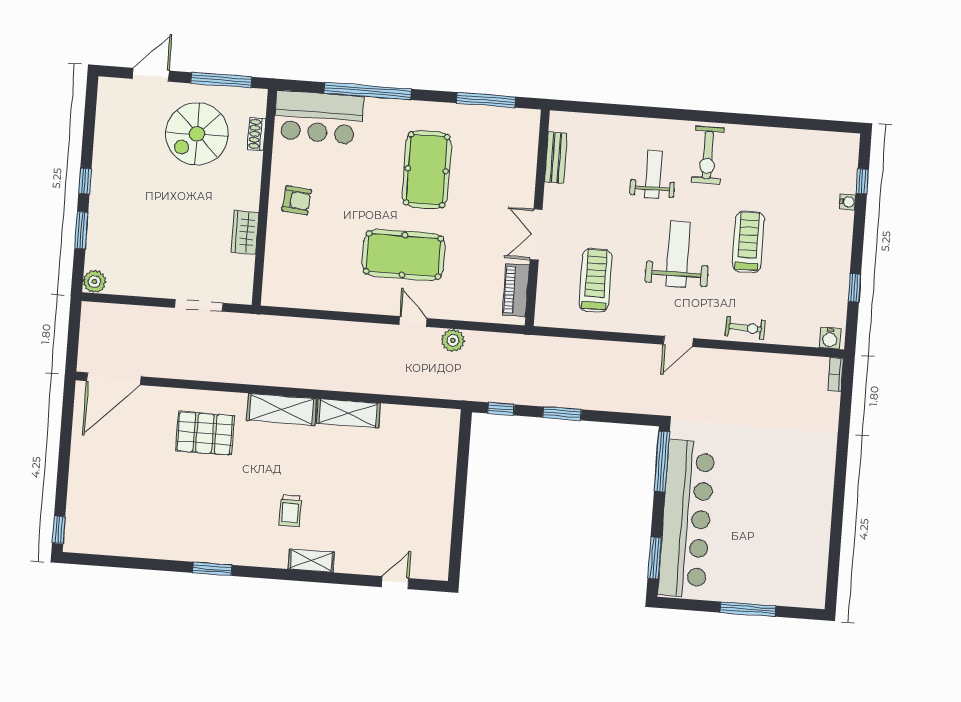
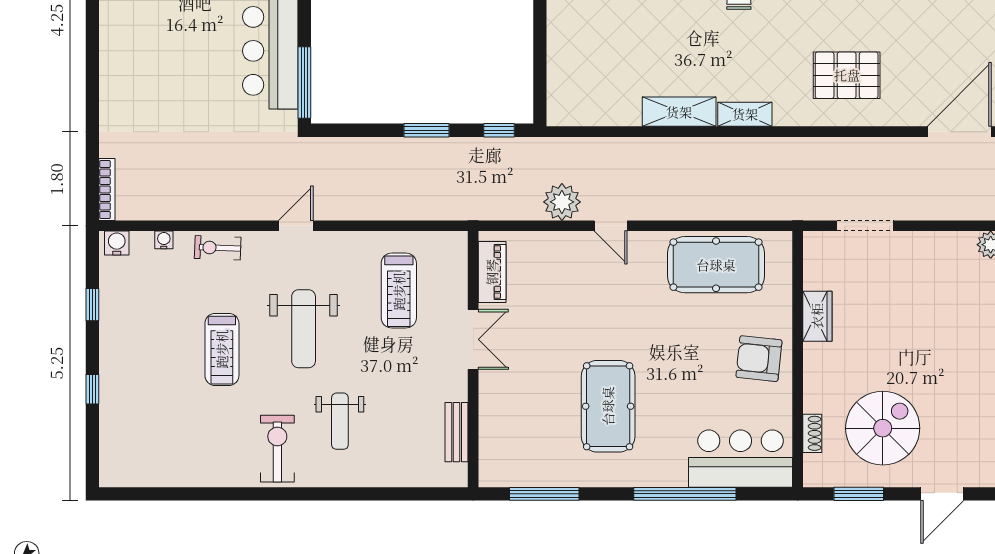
window: (221, 80) -> (859, 494), width x0.69
window: (862, 181) -> (92, 389), moved
armchair: (297, 200) -> (759, 359), width x1.38, depth x1.38
water cooler: (848, 202) -> (164, 240), moved, turned 90
pool table: (404, 255) -> (716, 265), moved
plant: (453, 340) -> (562, 202), width x1.36, depth x1.36
bookcase: (836, 374) -> (107, 189), width x1.56
shelving: (281, 409) -> (745, 114), width x0.67, depth x0.75

